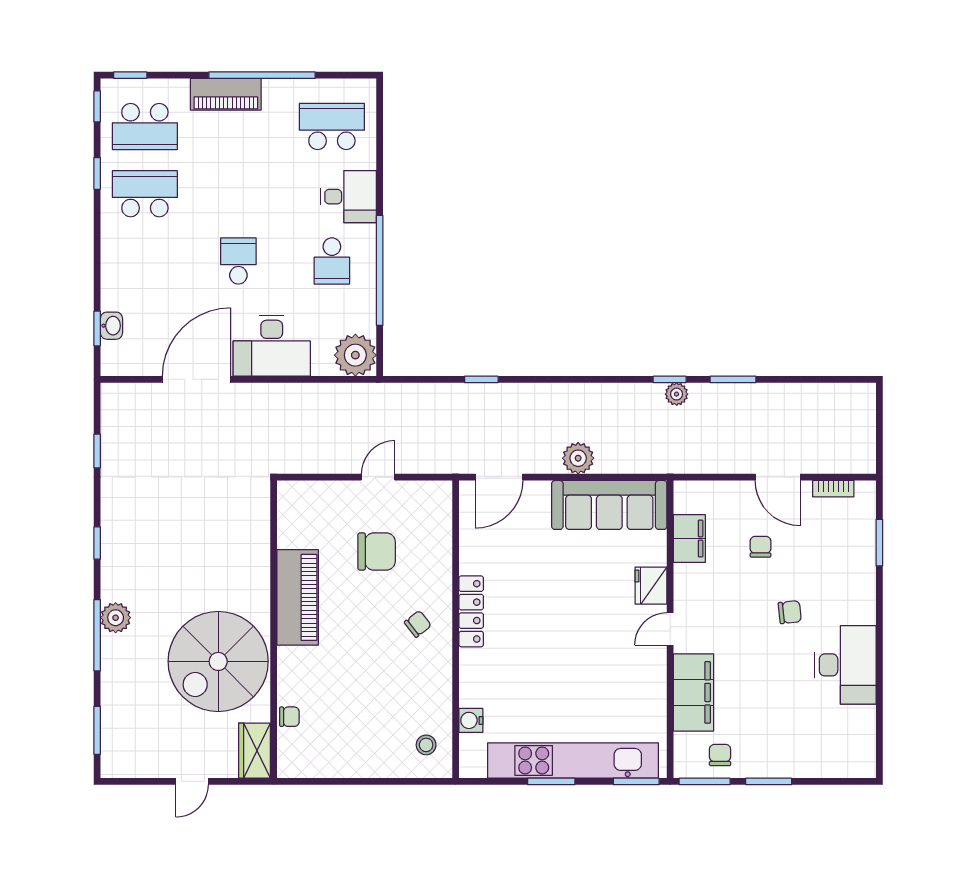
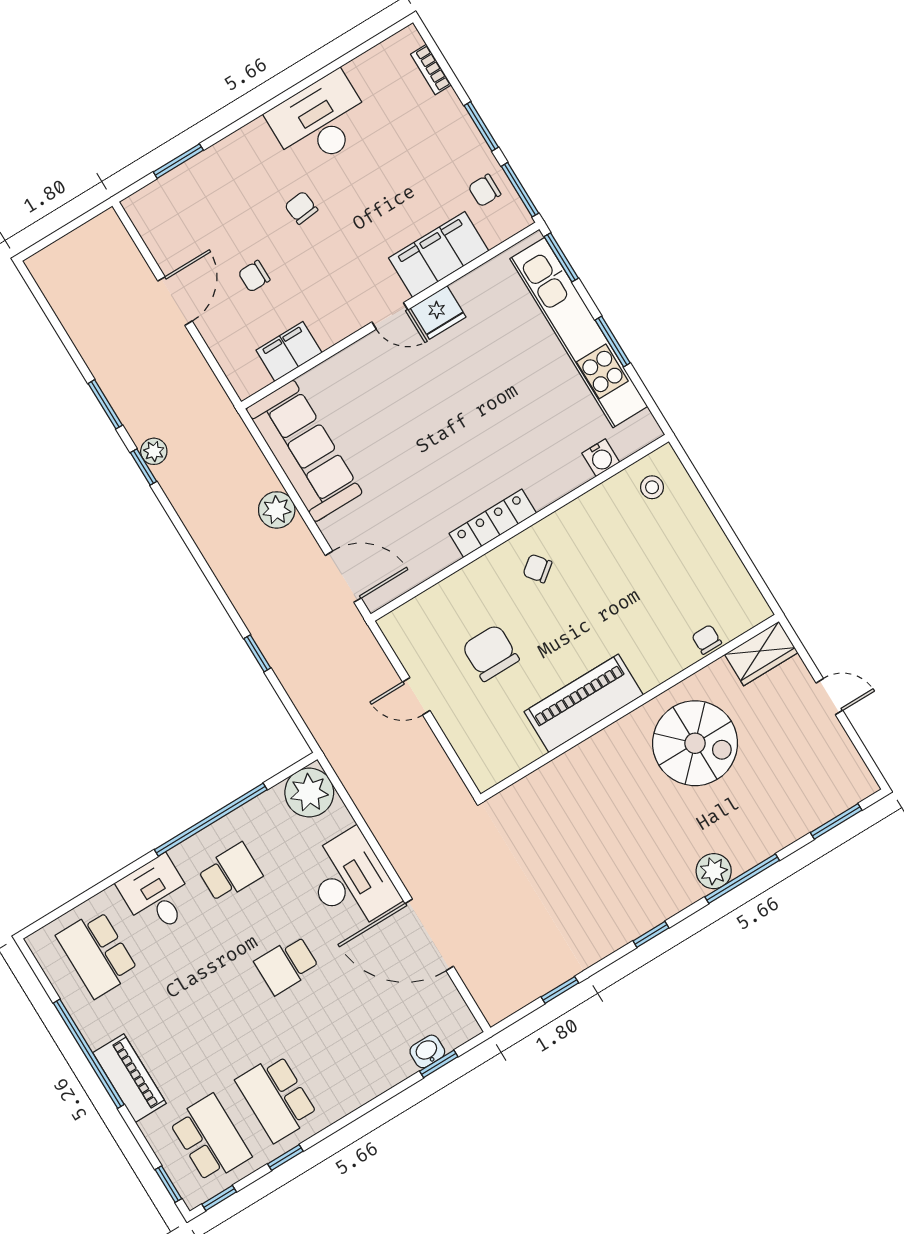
bookcase: (833, 489) -> (431, 69), moved, turned 180
fridge: (651, 586) -> (438, 312), moved
spiral stairs: (218, 661) -> (695, 743), width x0.73, depth x0.73

